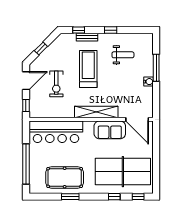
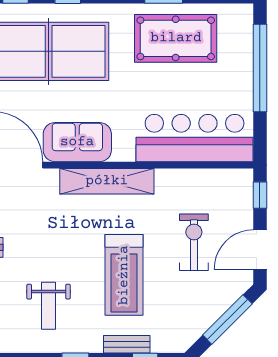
window: (41, 49) -> (227, 319), width x2.17
weight bench: (123, 55) -> (49, 306), turned -90

